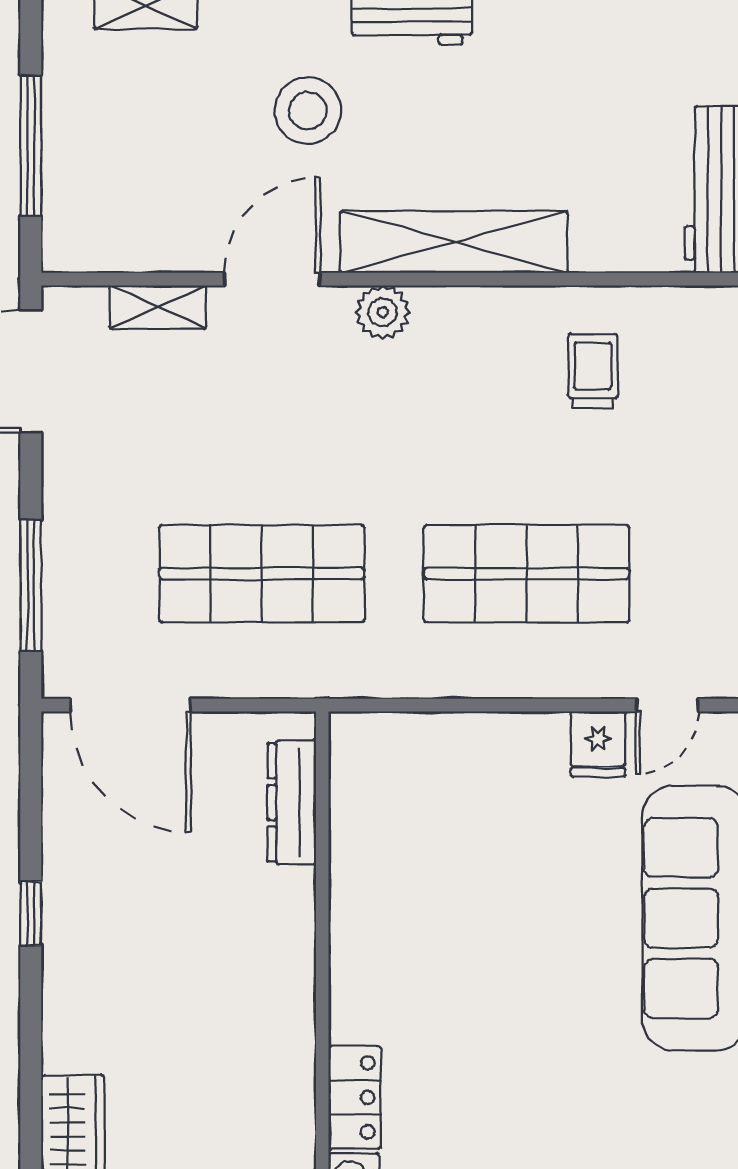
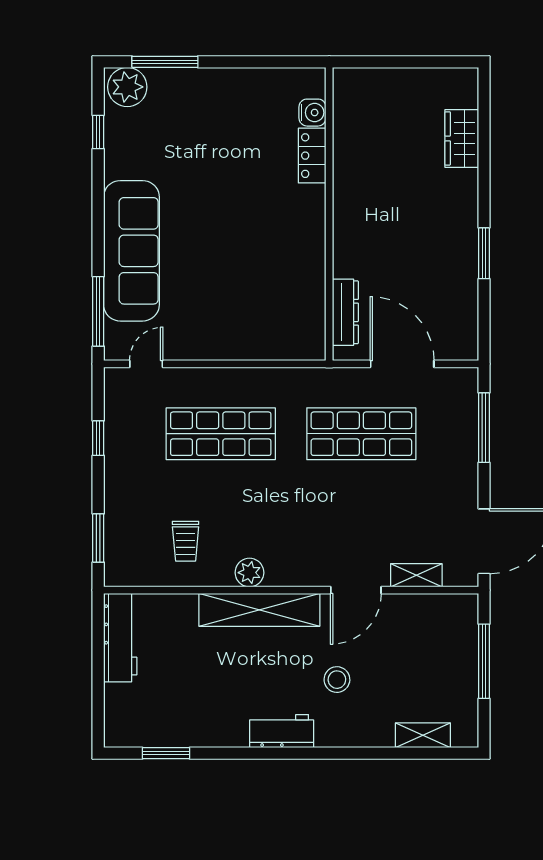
stool: (308, 111) -> (337, 680), width x0.73, depth x0.73
plant: (383, 312) -> (249, 573), moved
door: (130, 705) -> (402, 364), moved
fridge: (598, 744) -> (183, 343), removed
window: (31, 913) -> (484, 253), width x1.50

